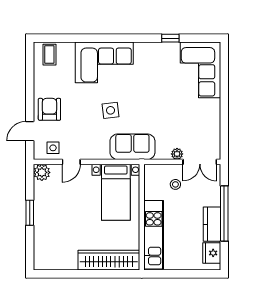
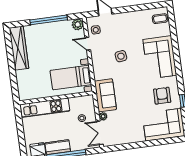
armchair: (49, 109) -> (162, 96), moved, turned -90
side table: (111, 110) -> (121, 56), moved
sofa: (132, 147) -> (105, 95), moved
window: (30, 213) -> (49, 20), width x2.11
wardrobe: (109, 260) -> (19, 48), moved

